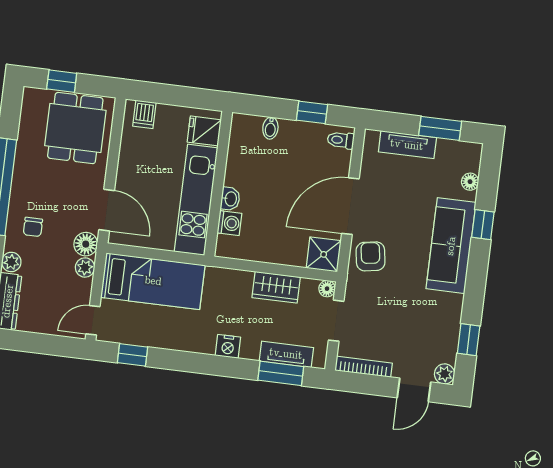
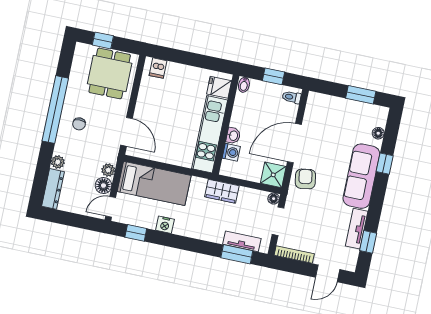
fridge: (204, 131) -> (219, 87), moved
tv unit: (407, 145) -> (357, 229), moved, turned 90
wall: (218, 184) -> (226, 125), moved
washbasin: (230, 199) -> (233, 136), moved
kitchen unit: (196, 200) -> (210, 134), moved
washing machine: (229, 223) -> (231, 152), moved
chair: (33, 227) -> (79, 124), moved
floor lamp: (86, 244) -> (103, 186), moved
wardrobe: (276, 287) -> (222, 191), moved
nightstand: (228, 346) -> (165, 225), moved
plant: (445, 374) -> (350, 264), removed

